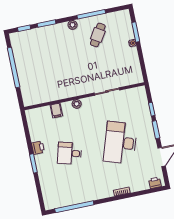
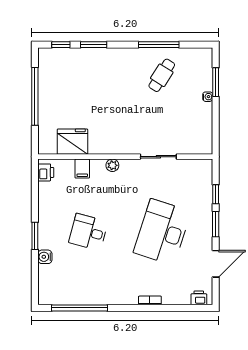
plant: (73, 25) -> (129, 54), removed
fridge: (46, 93) -> (72, 142), added
printer: (38, 148) -> (46, 172), moved
water cooler: (43, 176) -> (45, 257), added

